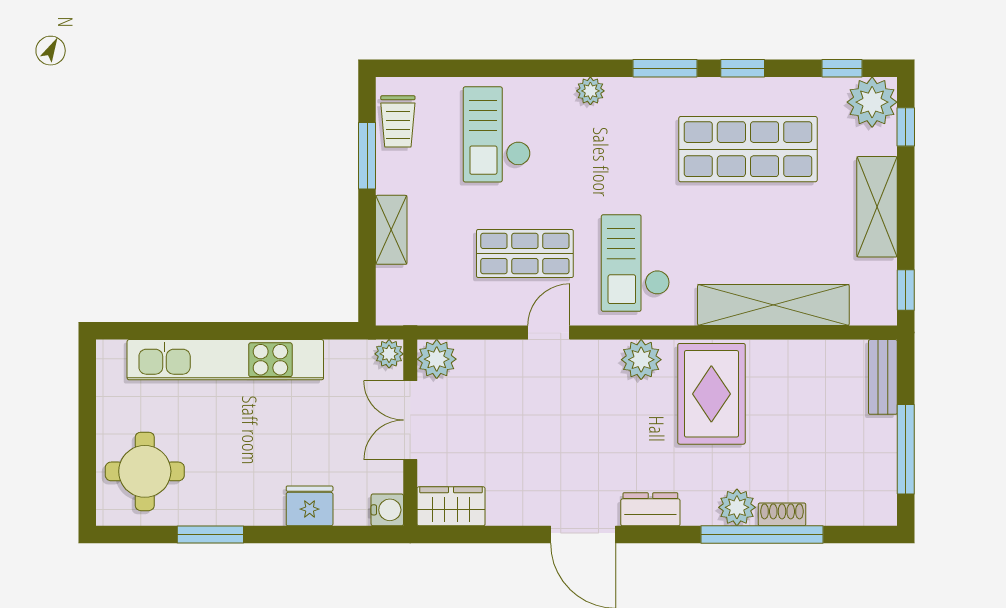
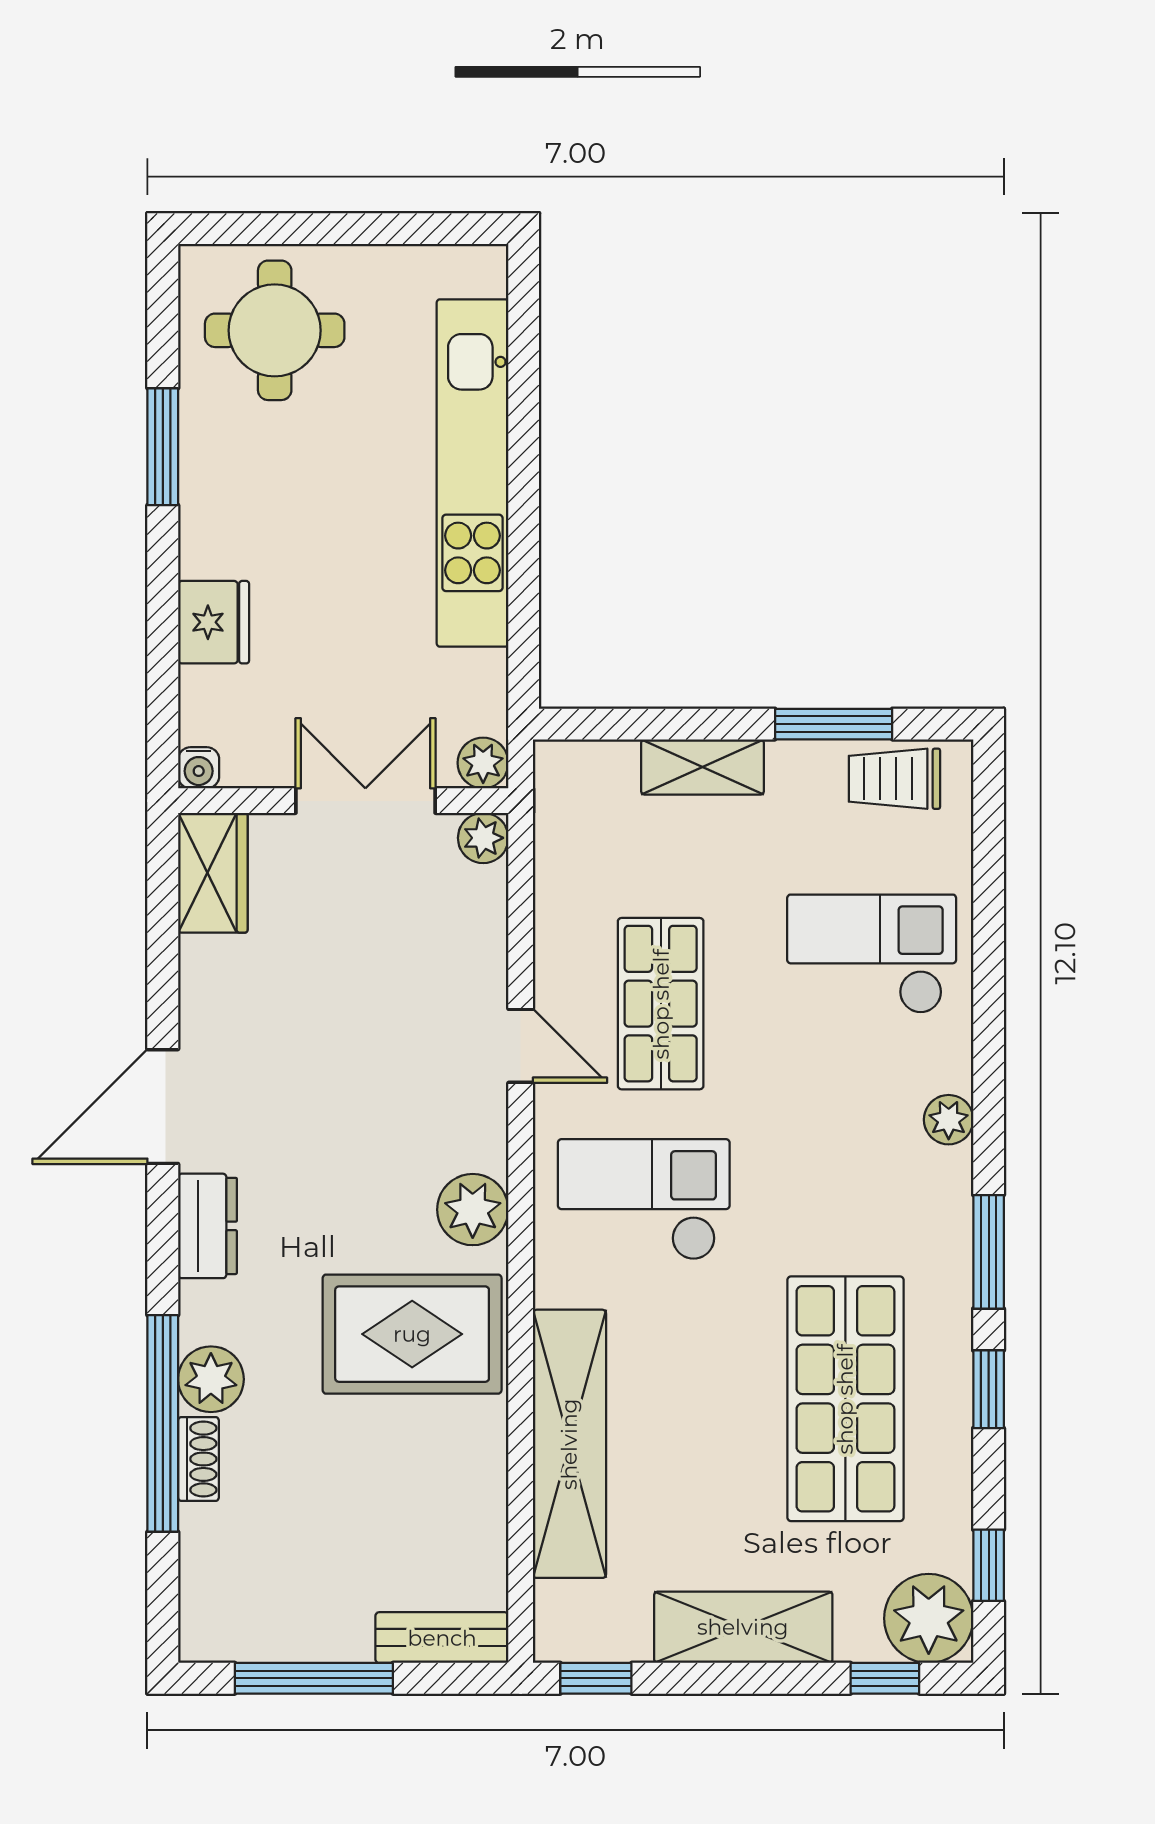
plant: (437, 359) -> (483, 838), width x0.73, depth x0.73
water cooler: (387, 510) -> (199, 768), width x0.72, depth x0.72

